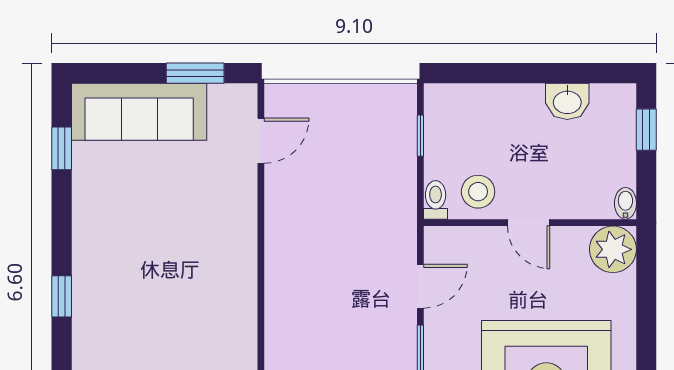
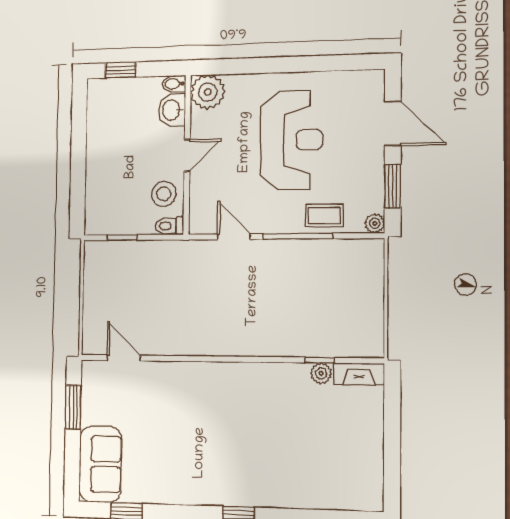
washbasin: (567, 101) -> (172, 110), moved, turned 180
sofa: (139, 112) -> (100, 464), width x0.73

